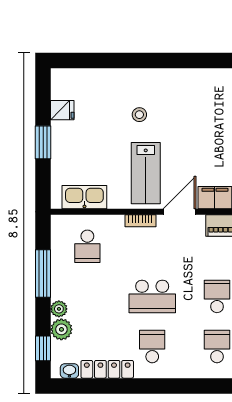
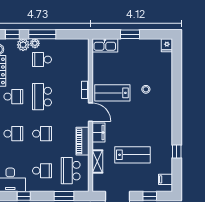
fridge: (62, 110) -> (167, 45), moved
kitchen sink: (84, 197) -> (105, 45), moved, turned 90
school desk: (87, 246) -> (42, 60), moved
window: (43, 273) -> (42, 34), moved

